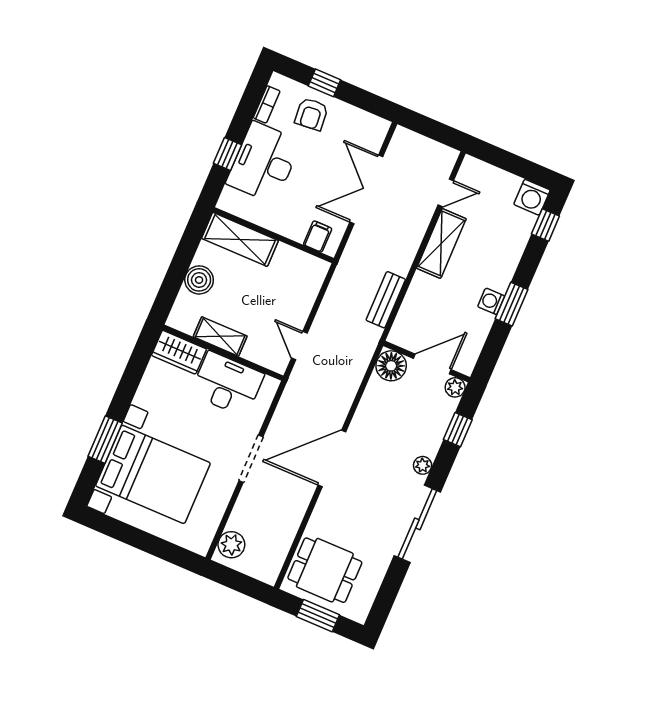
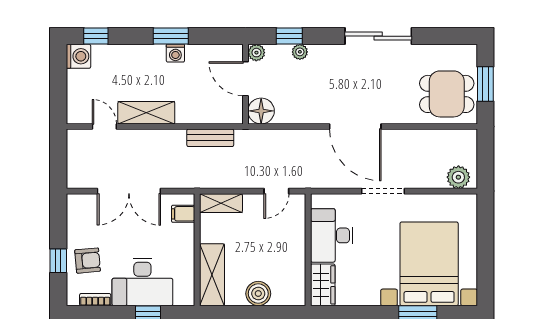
shelving: (220, 336) -> (221, 203), moved, turned 90
plant: (423, 465) -> (300, 52), moved
dining table: (325, 570) -> (447, 94), turned 90

